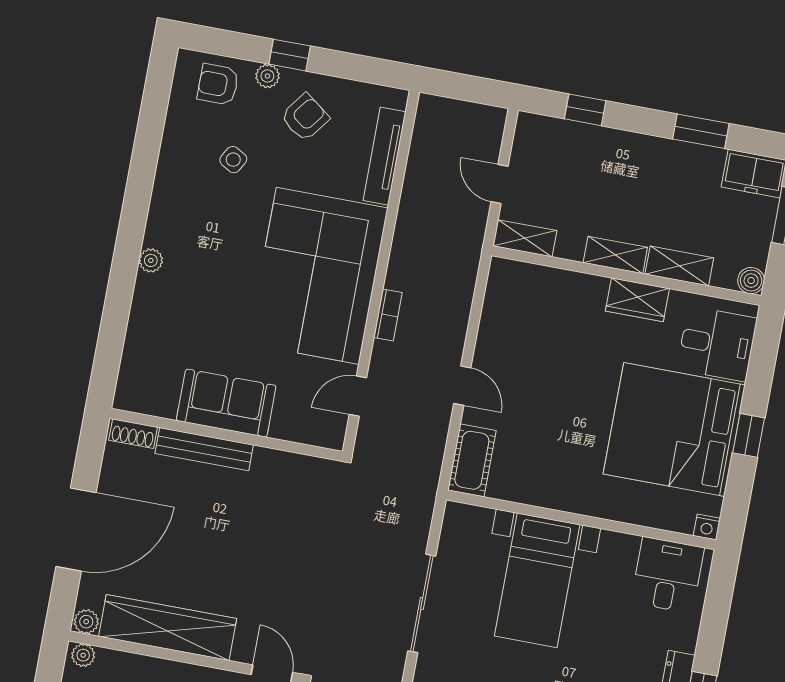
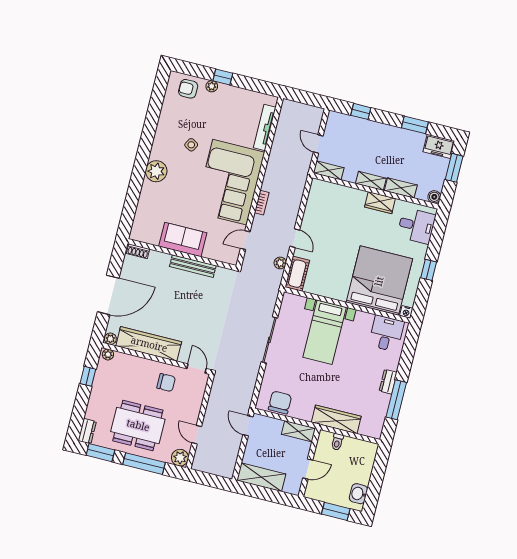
armchair: (305, 117) -> (228, 107), removed
side table: (233, 160) -> (191, 145), moved
plant: (151, 260) -> (156, 171), width x1.87, depth x1.87
bed: (674, 429) -> (379, 281), moved, turned 90
plant: (434, 440) -> (280, 263), added
bench: (204, 449) -> (193, 266), moved

